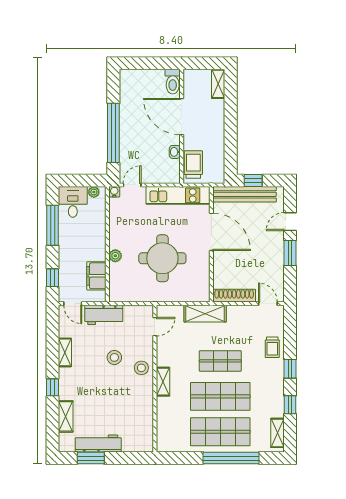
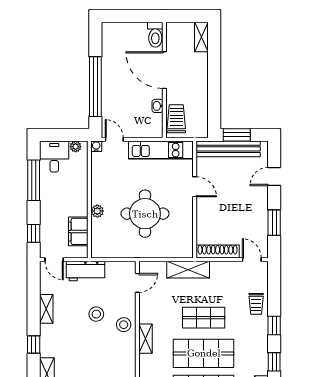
window: (253, 181) -> (237, 135), width x1.50
door: (132, 185) -> (114, 139), hinge flipped
door: (211, 232) -> (195, 187), width x0.53
window: (290, 253) -> (274, 223), moved

